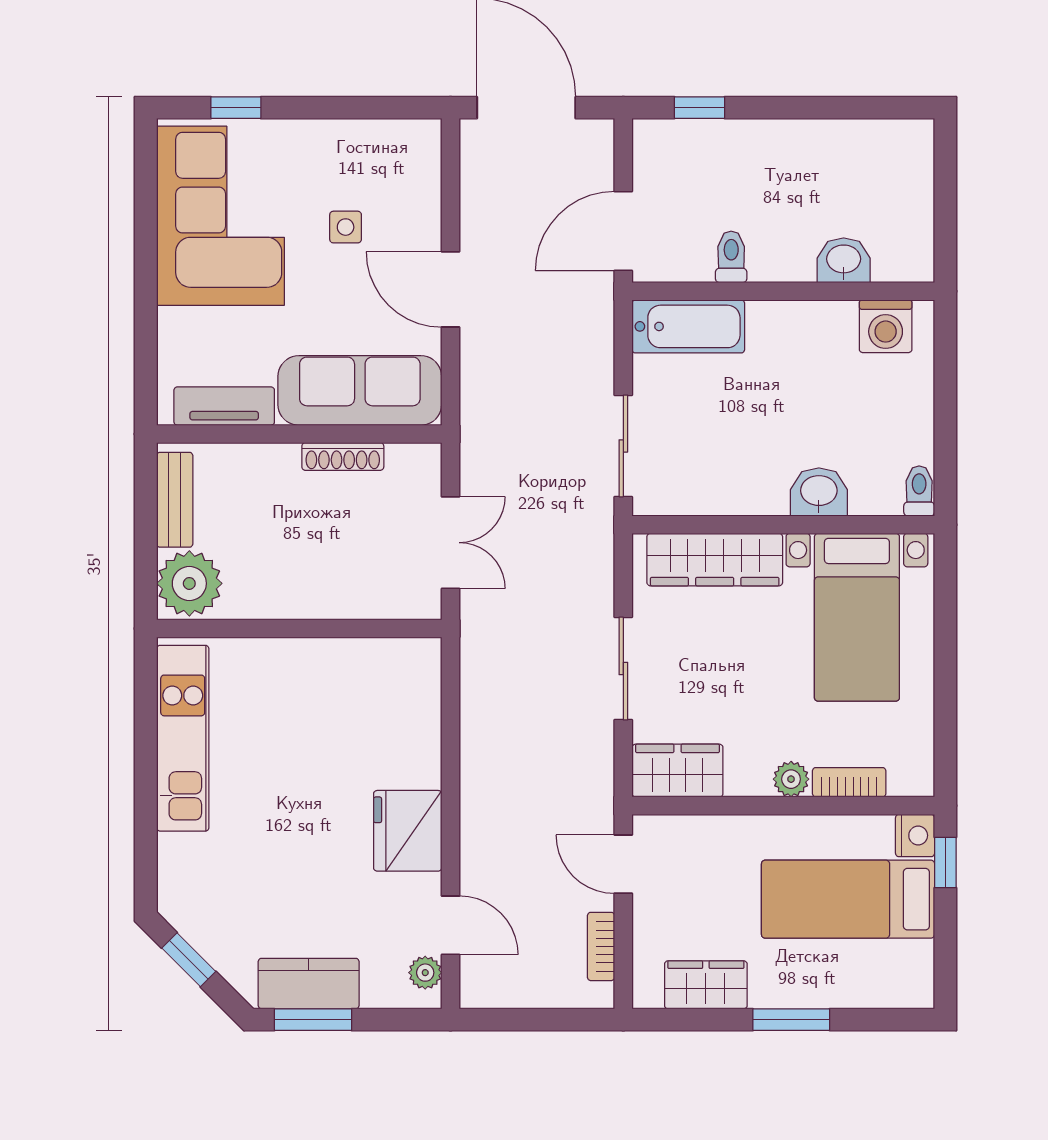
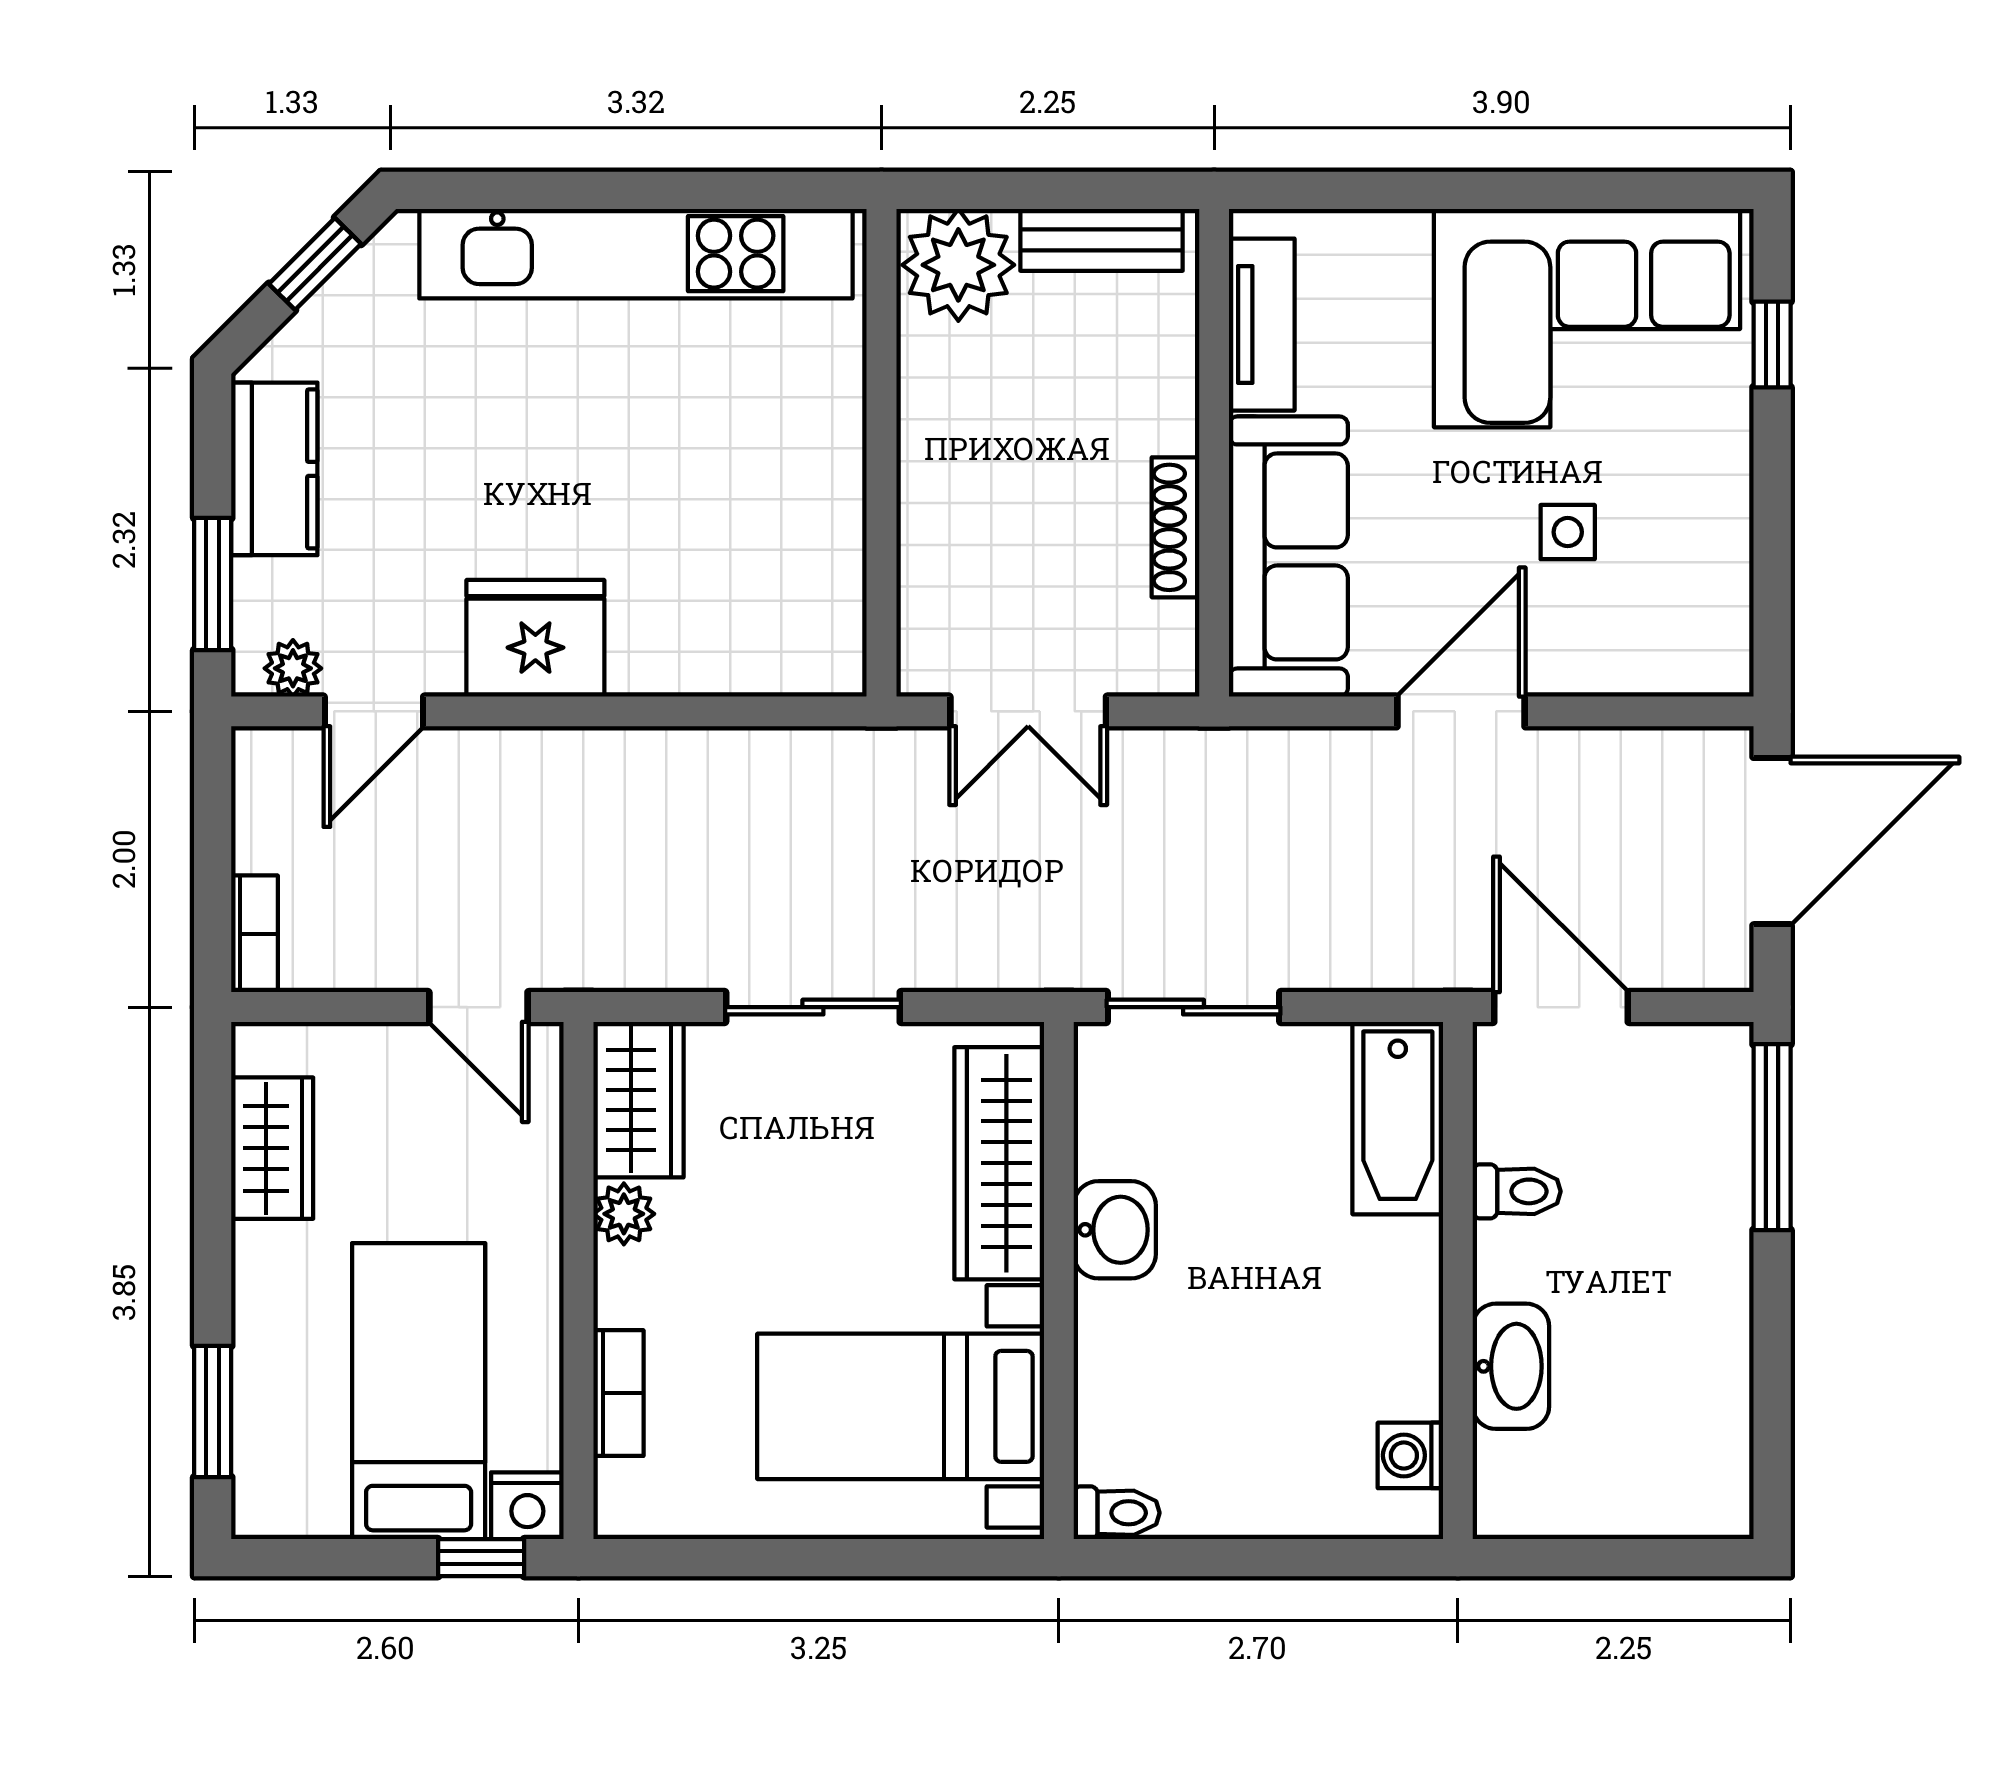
window: (699, 108) -> (1772, 1137), width x2.17
washbasin: (844, 260) -> (1511, 1366), width x1.38
washing machine: (886, 326) -> (1410, 1455), width x0.73, depth x0.73
washbasin: (819, 492) -> (1115, 1230), moved
kitchen unit: (183, 738) -> (636, 254), width x1.36
plant: (791, 779) -> (624, 1214), moved
door: (623, 864) -> (478, 1007), swing flipped
bookcase: (601, 946) -> (254, 934), moved, turned 90
window: (313, 1020) -> (213, 584), moved
window: (791, 1020) -> (213, 1412), moved

